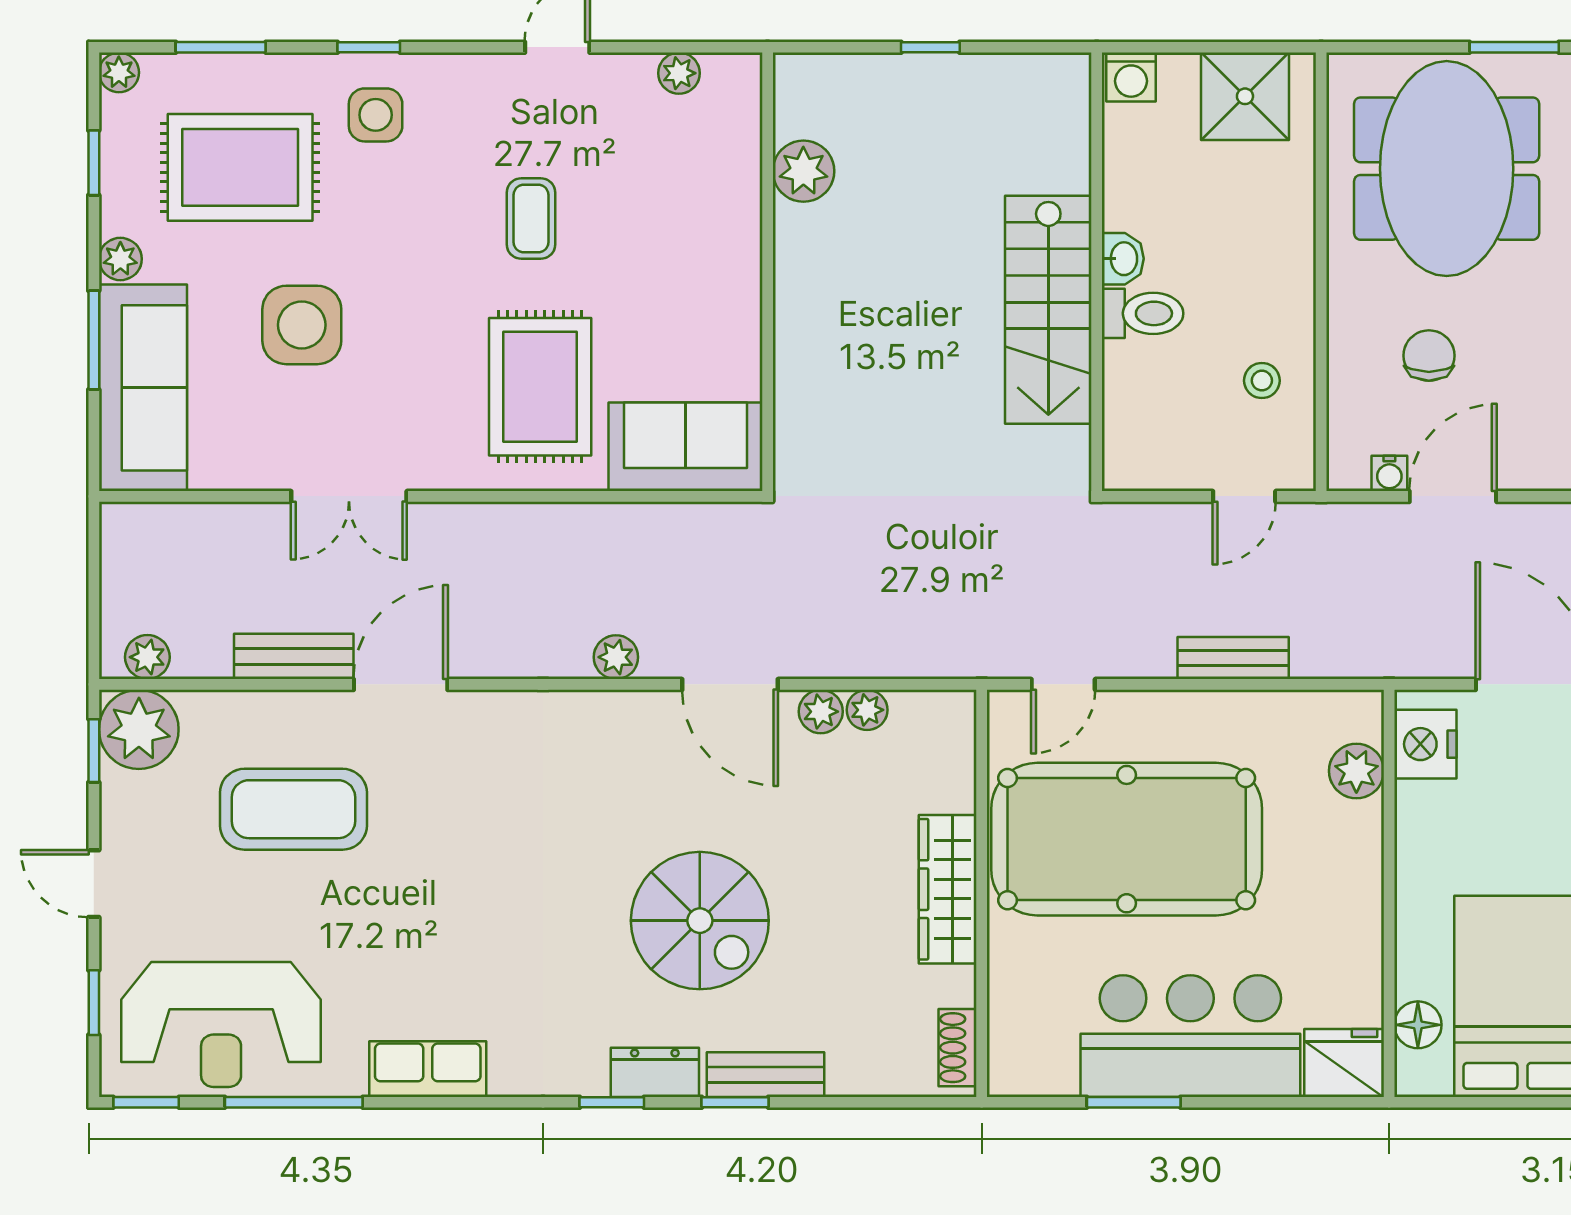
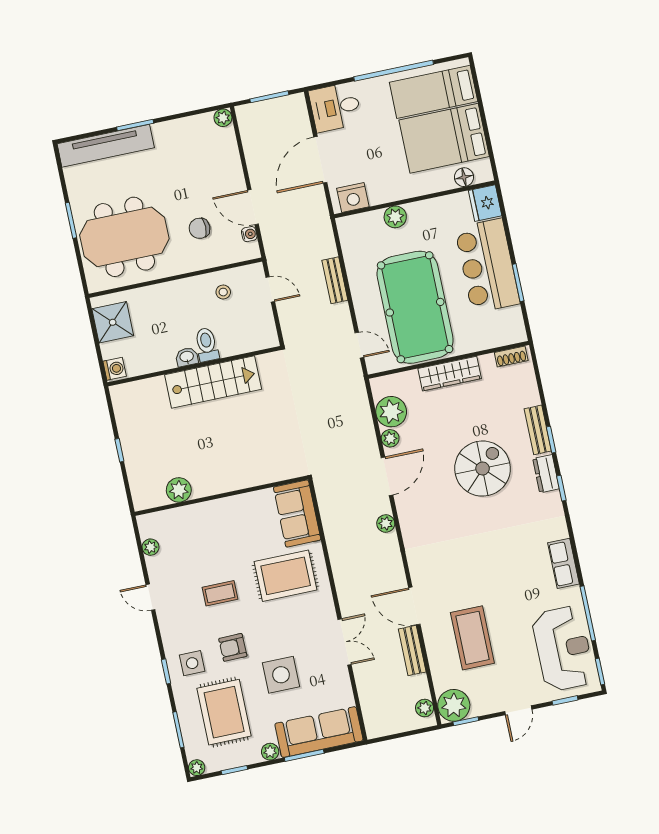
armchair: (393, 222) -> (233, 647), added
plant: (867, 710) -> (391, 412), width x1.88, depth x1.88
plant: (1356, 771) -> (395, 217), moved

